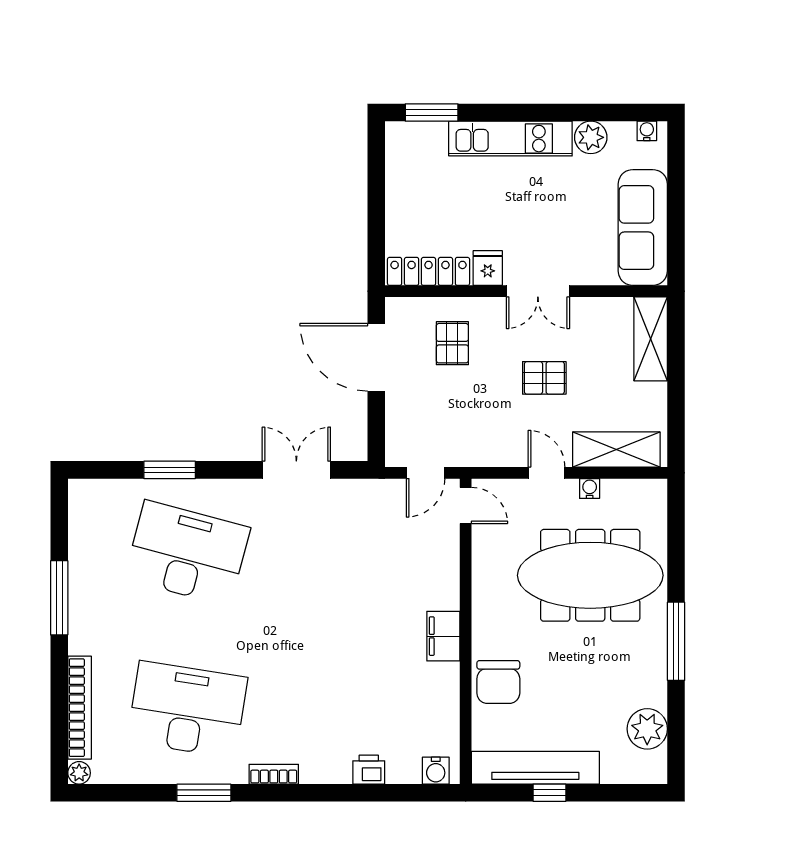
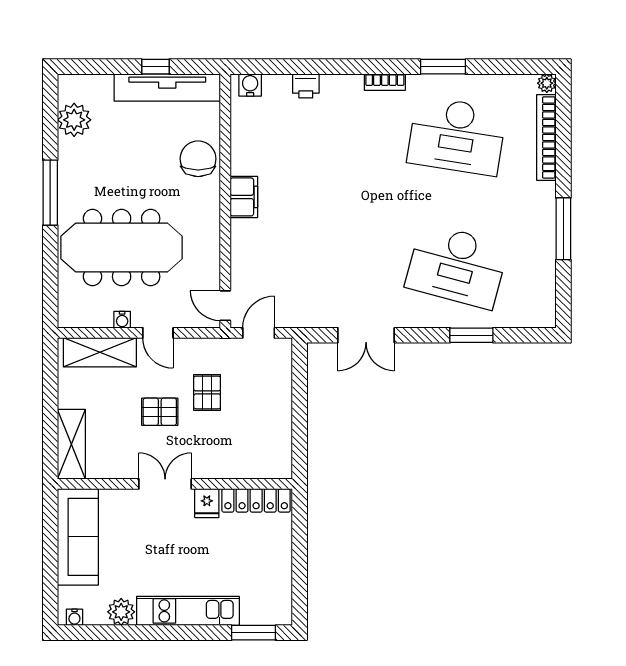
pallet: (452, 343) -> (207, 392), moved
door: (376, 357) -> (300, 429), removed

